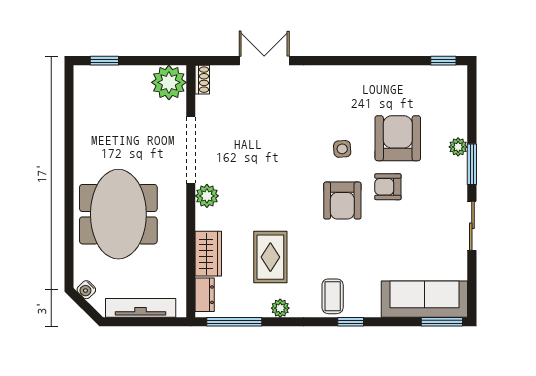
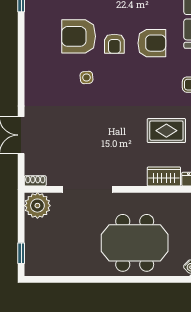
plant: (207, 196) -> (121, 177), removed
armchair: (342, 201) -> (152, 43), moved

